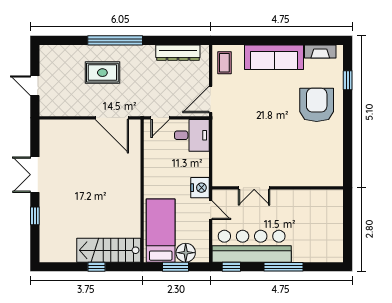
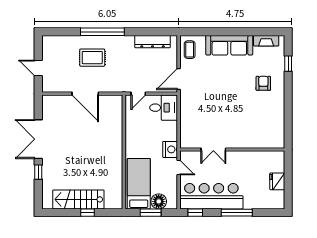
armchair: (317, 105) -> (263, 83), width x0.53, depth x0.53
door: (112, 118) -> (85, 94), moved
double door: (35, 175) -> (38, 139), width x1.37
fridge: (334, 228) -> (277, 181), added
stairs: (109, 250) -> (78, 199), moved

